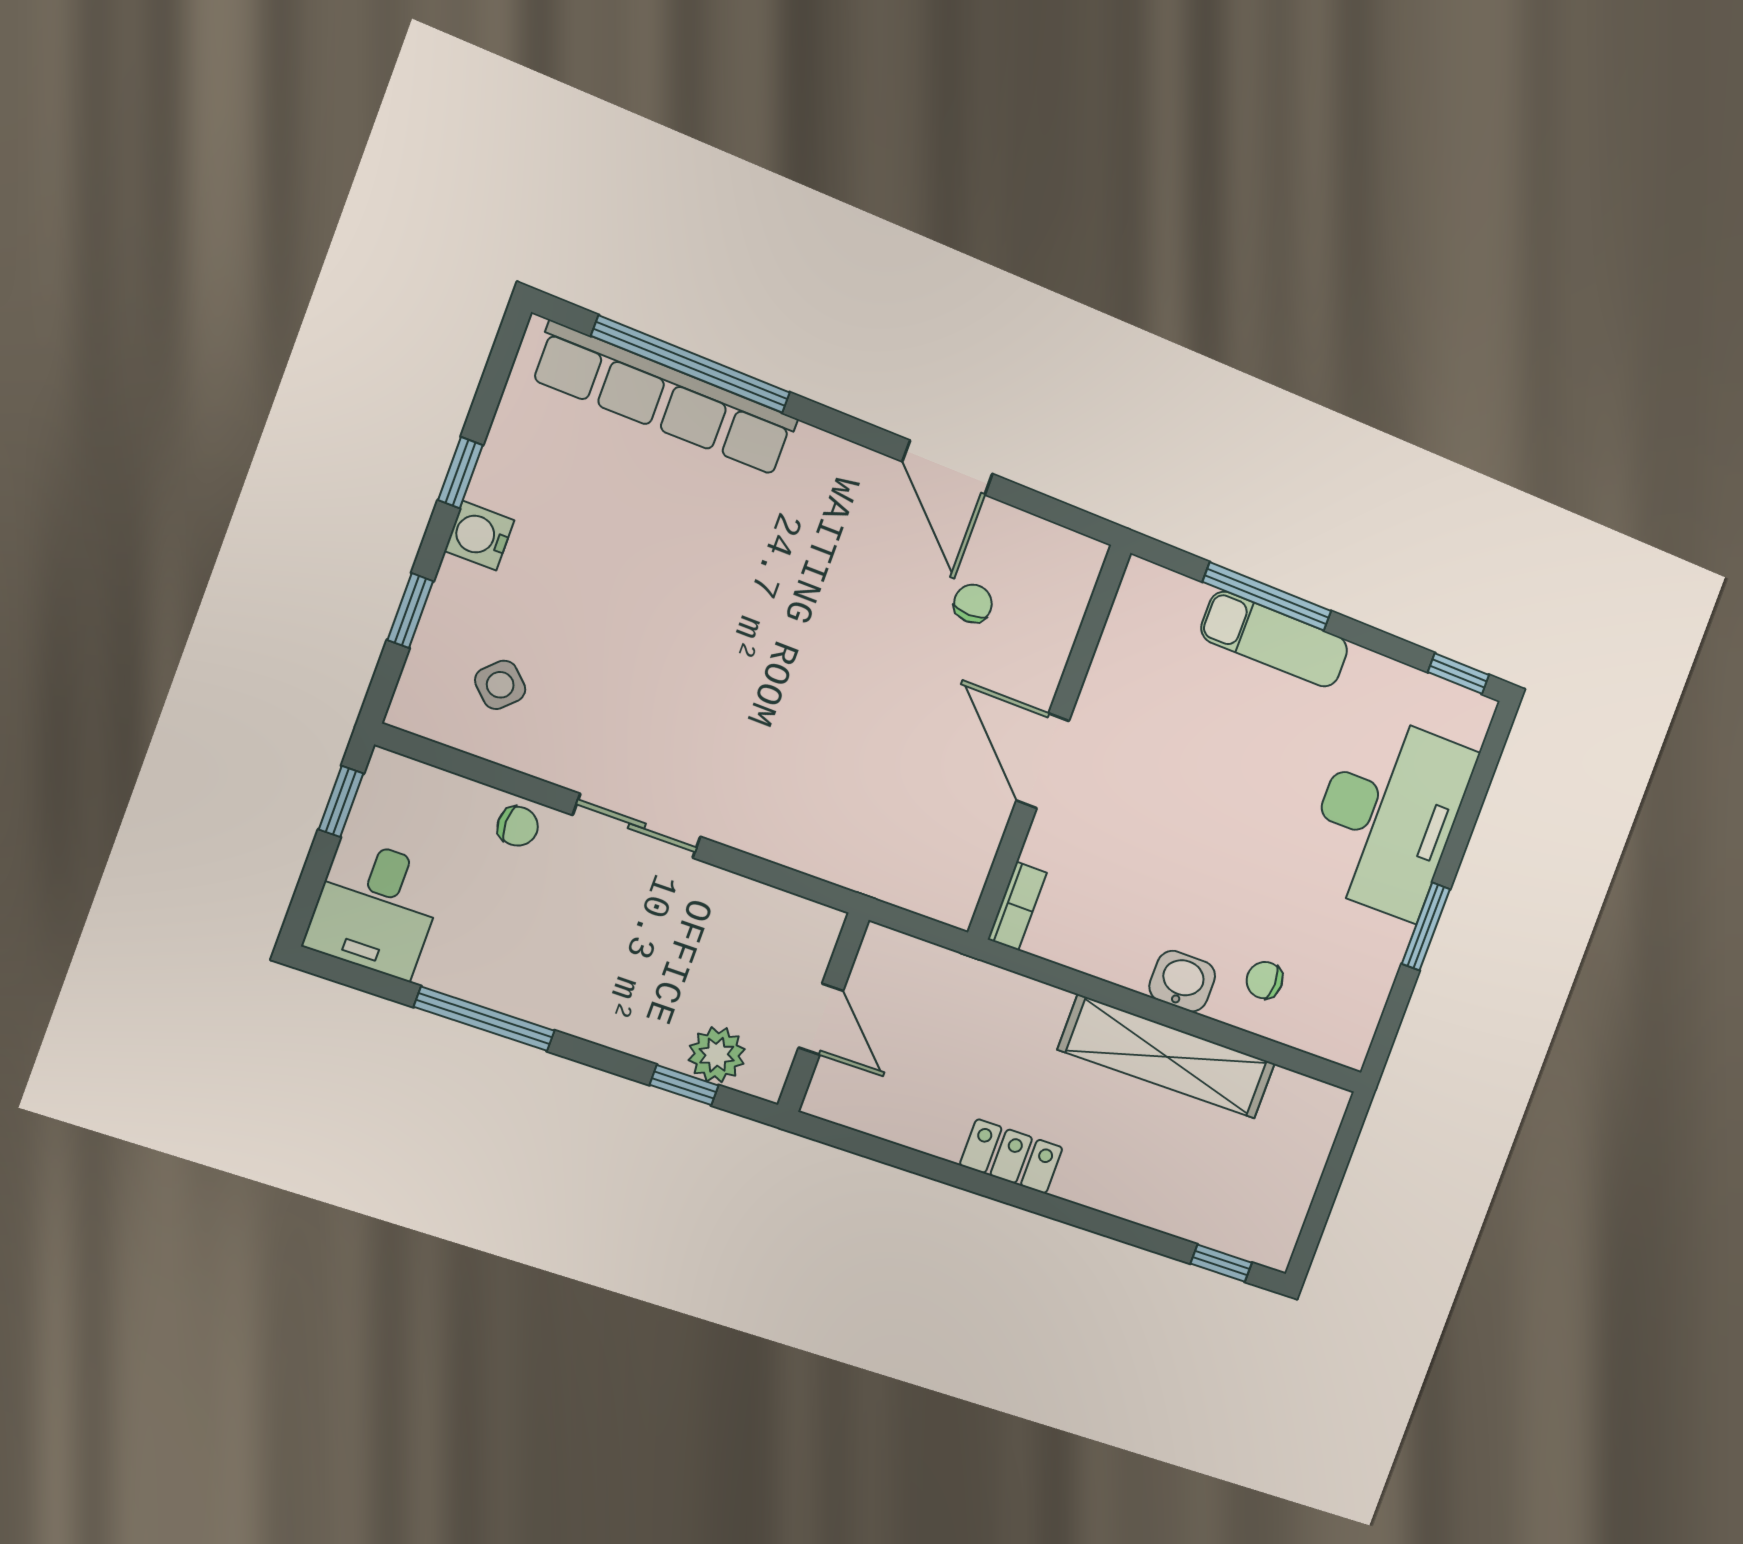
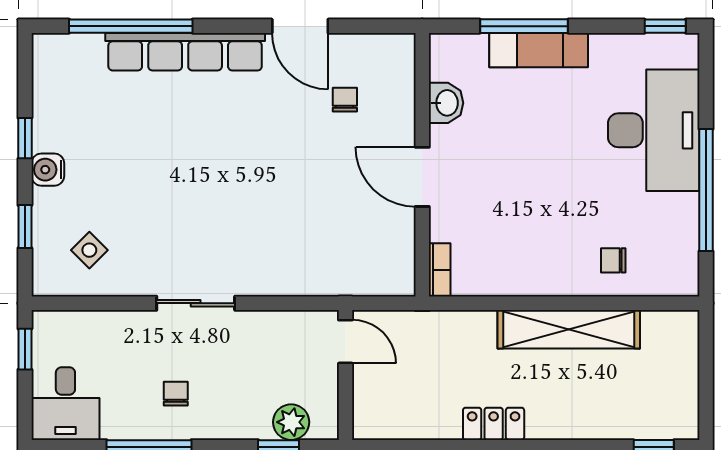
row of seats: (665, 399) -> (185, 52), moved
chair: (518, 826) -> (176, 394), moved, turned -90
window: (1426, 926) -> (706, 190), width x2.11
washbasin: (1182, 981) -> (446, 103), moved, turned 90
door: (821, 1019) -> (345, 342), moved

